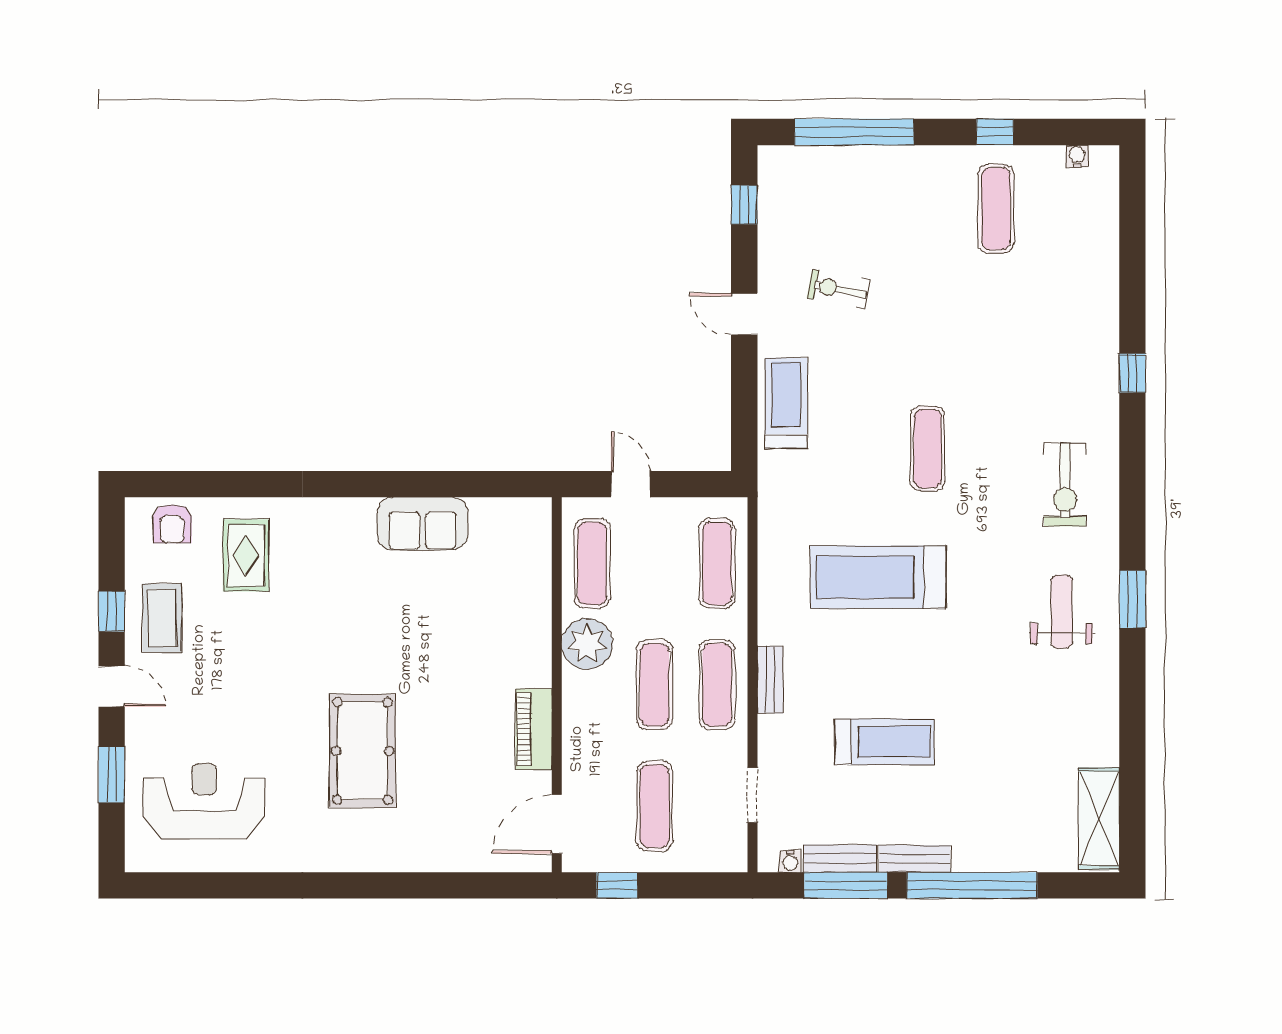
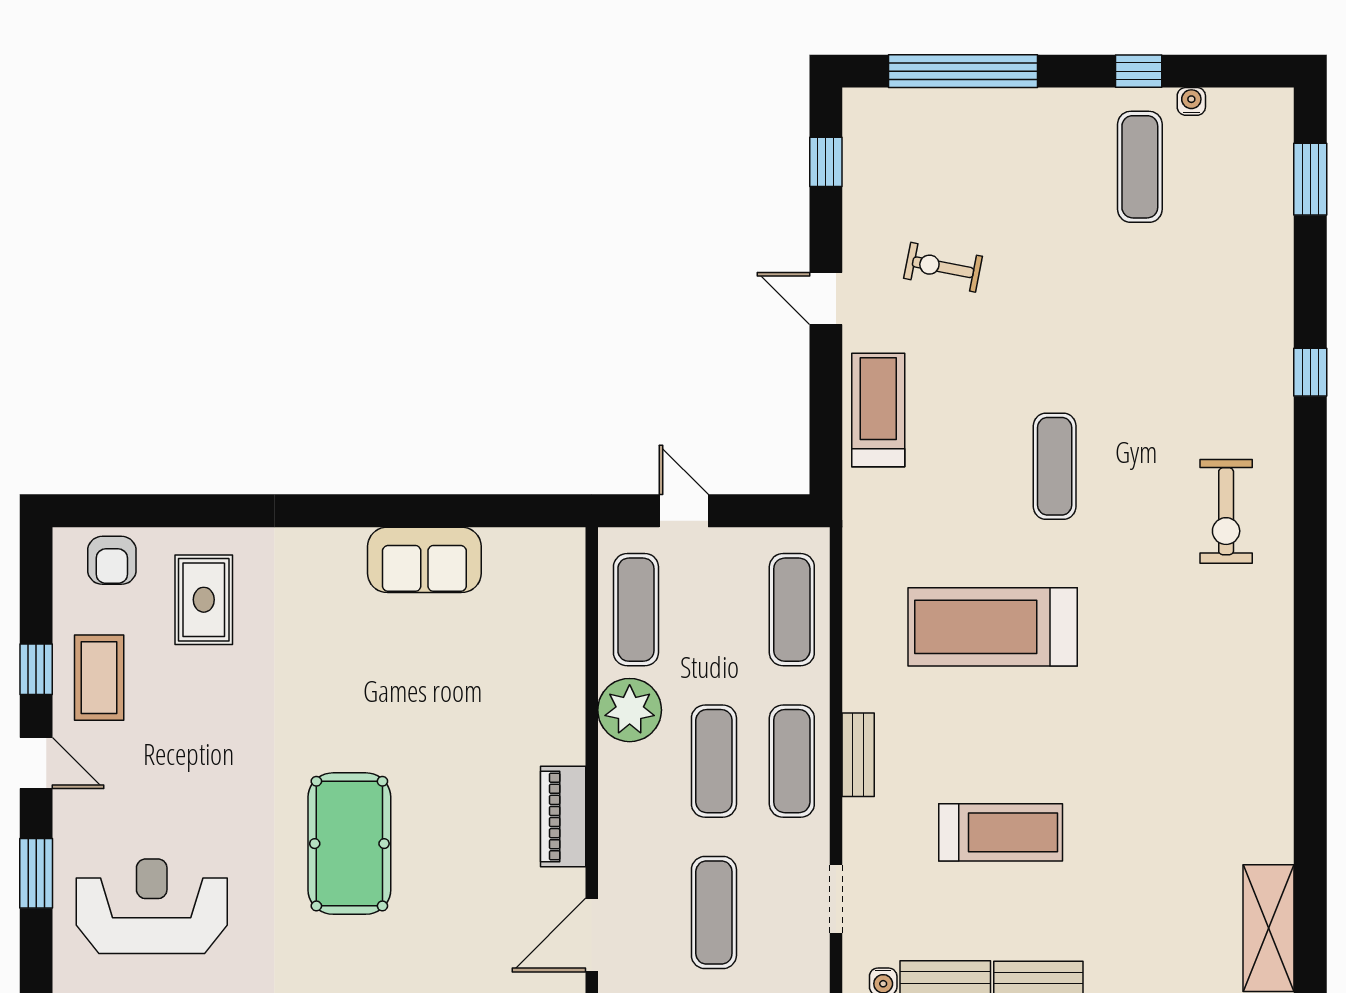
water cooler: (1077, 156) -> (1191, 101), moved
window: (1132, 599) -> (1310, 179), moved
weight bench: (1062, 612) -> (1222, 670), removed

